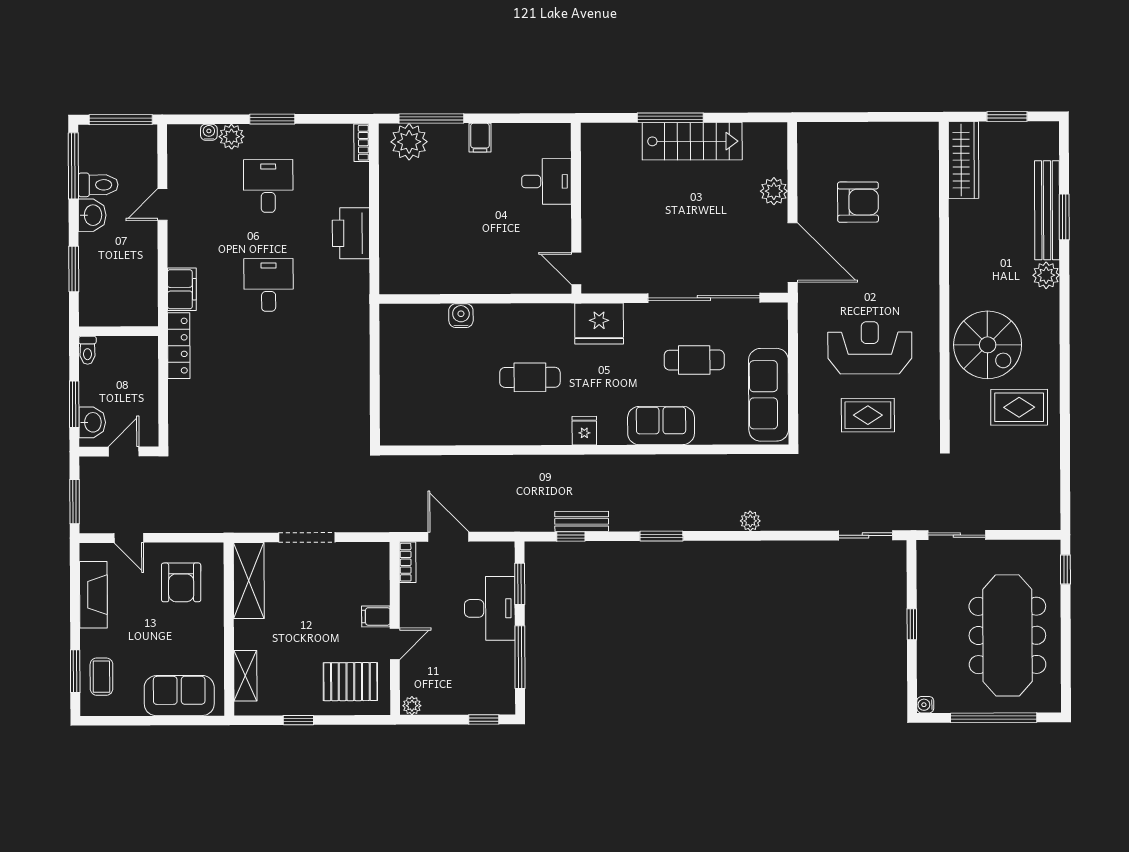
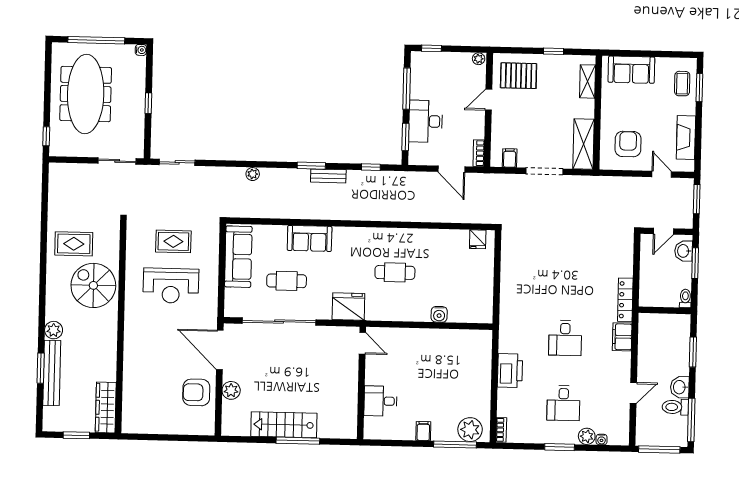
armchair: (858, 202) -> (196, 392), moved
fridge: (584, 431) -> (478, 239), moved
bench: (582, 521) -> (328, 176), moved
filing cabinet: (376, 616) -> (510, 158), moved, turned -90

